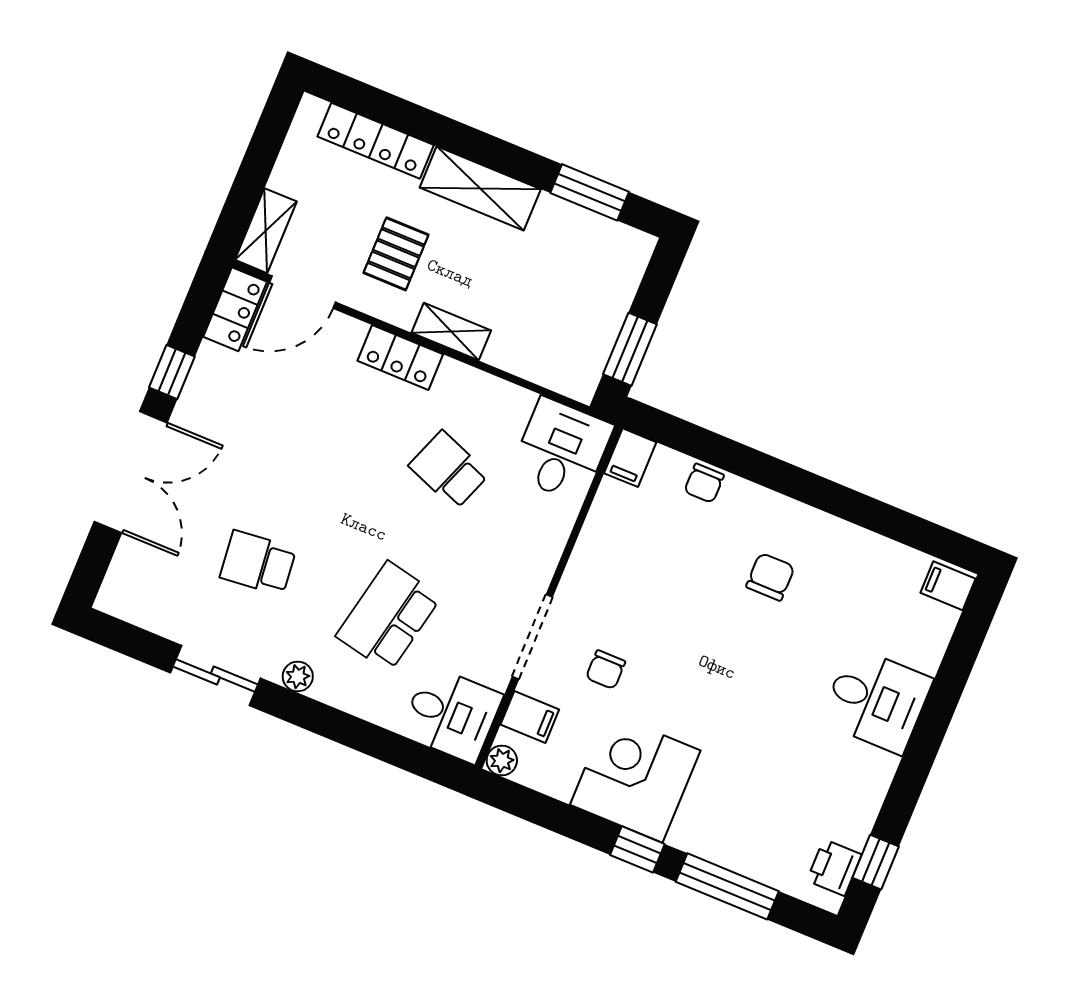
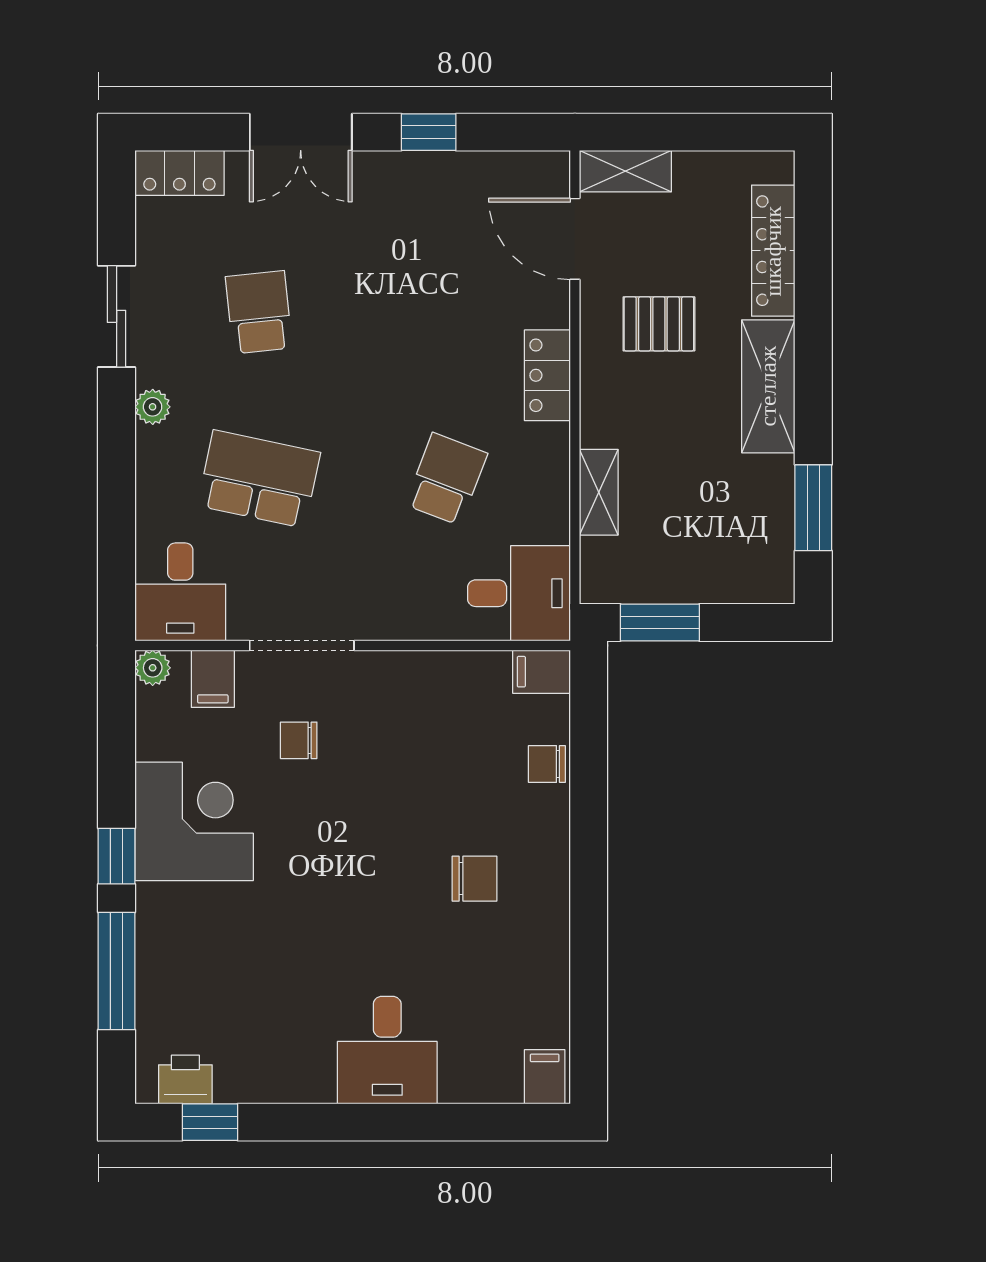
locker: (235, 309) -> (179, 173), moved
shelving: (451, 332) -> (599, 492), moved
double door: (131, 472) -> (301, 132), width x0.73

